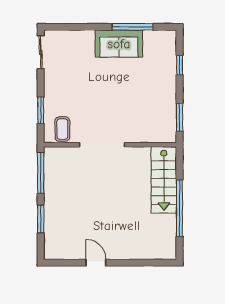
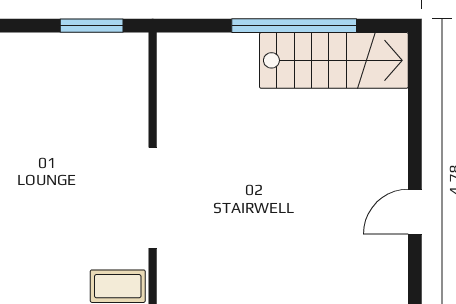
stairs: (164, 180) -> (334, 60), moved

